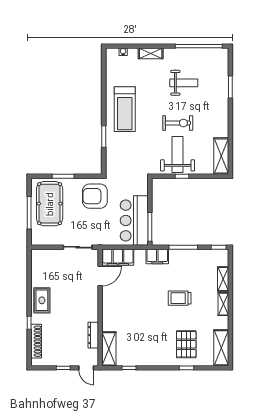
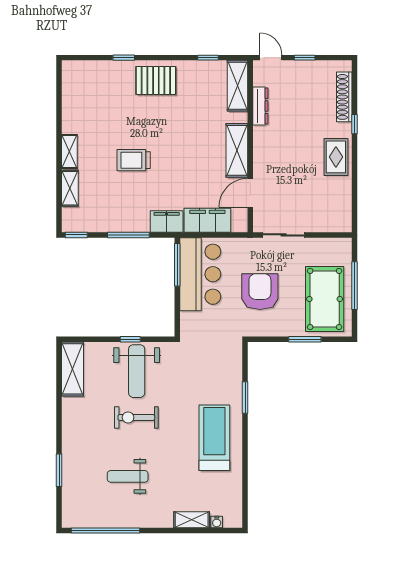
shelving: (151, 53) -> (192, 520), moved
armchair: (95, 196) -> (260, 292), moved, turned -90
filing cabinet: (118, 257) -> (207, 220), moved
trolley: (180, 298) -> (134, 160), turned 180
pallet: (186, 344) -> (156, 80), moved, turned 90
shelving: (221, 348) -> (237, 150), moved

